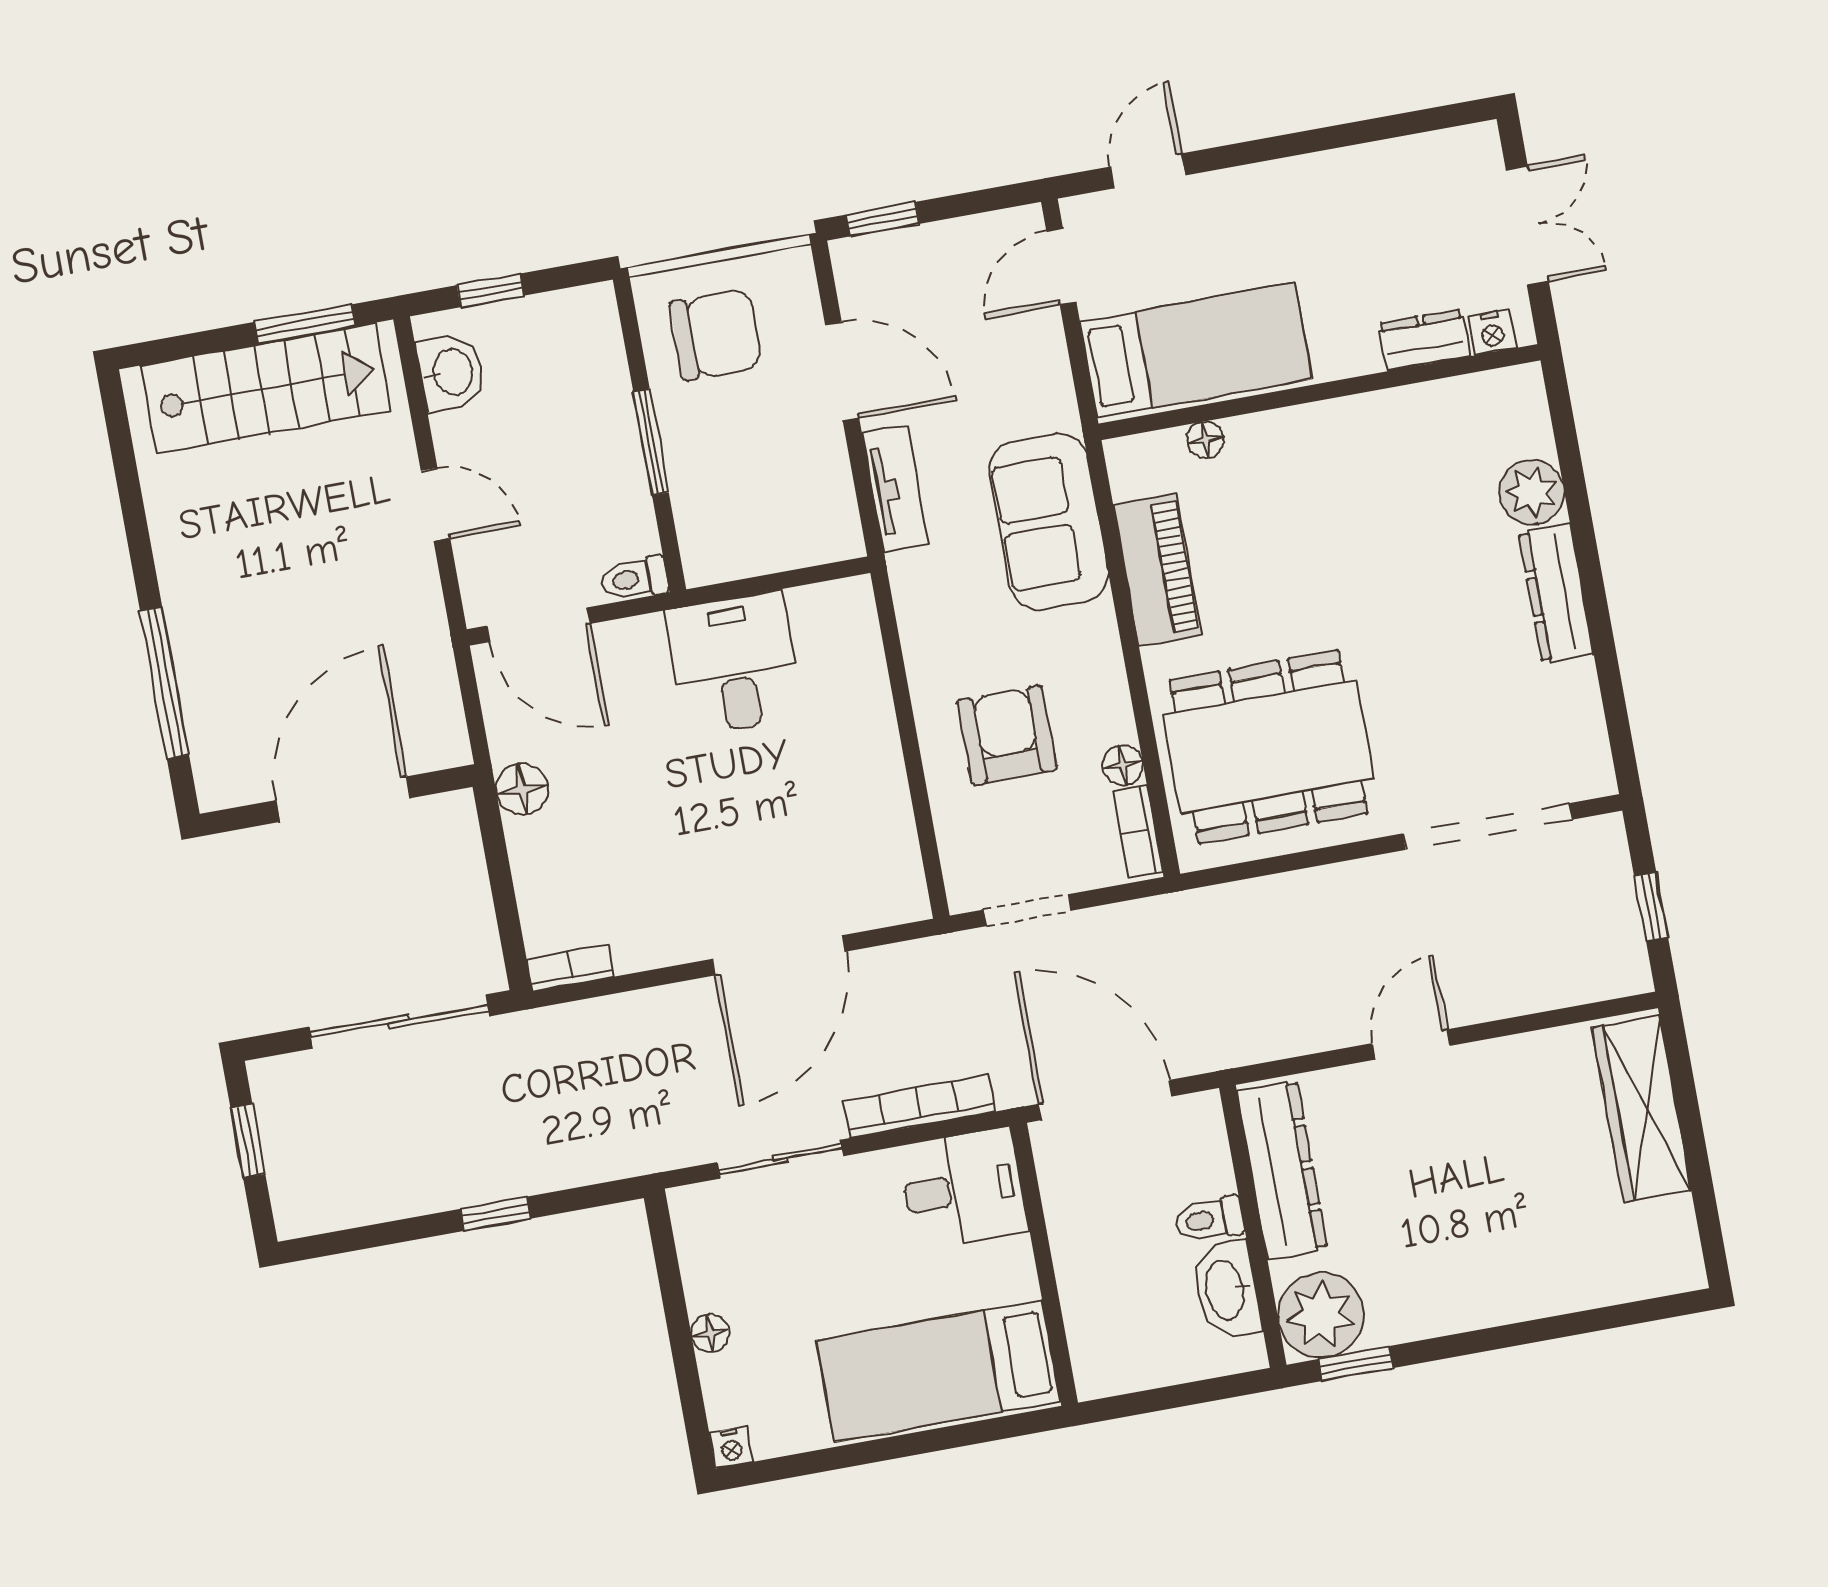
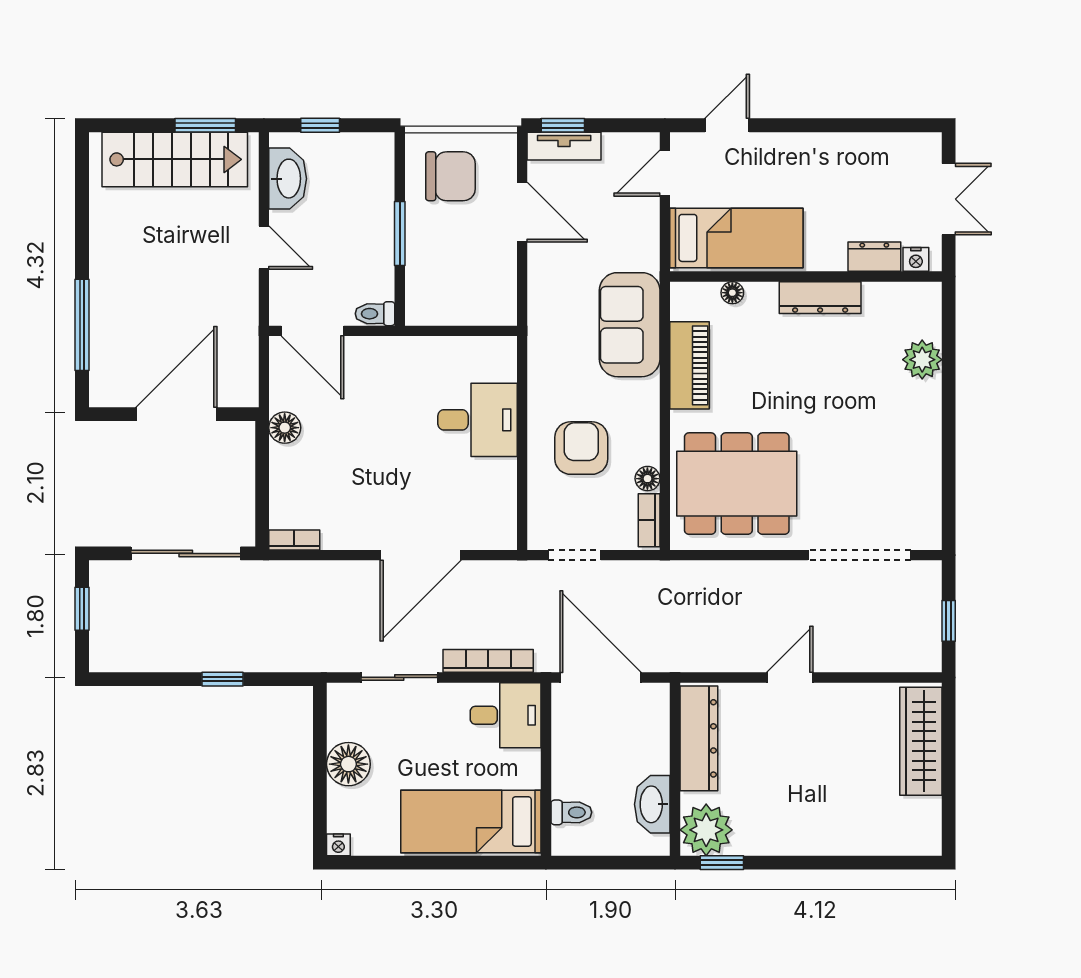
washbasin: (451, 372) -> (288, 179), width x1.38
tv unit: (896, 489) -> (564, 146), moved, turned 90
dresser: (1556, 593) -> (820, 298), moved, turned -90
desk: (734, 664) -> (477, 420), moved, turned 90
toilet: (1209, 1219) -> (571, 812), moved, turned 180
floor lamp: (710, 1333) -> (348, 764), width x1.89, depth x1.89

